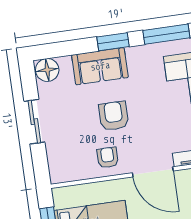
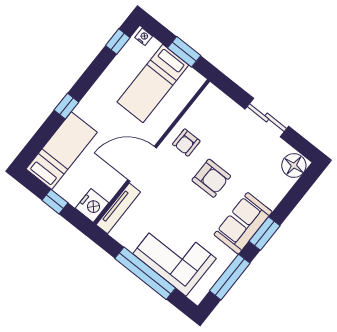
sofa: (100, 66) -> (243, 223), moved
armchair: (108, 158) -> (186, 143), turned 90

